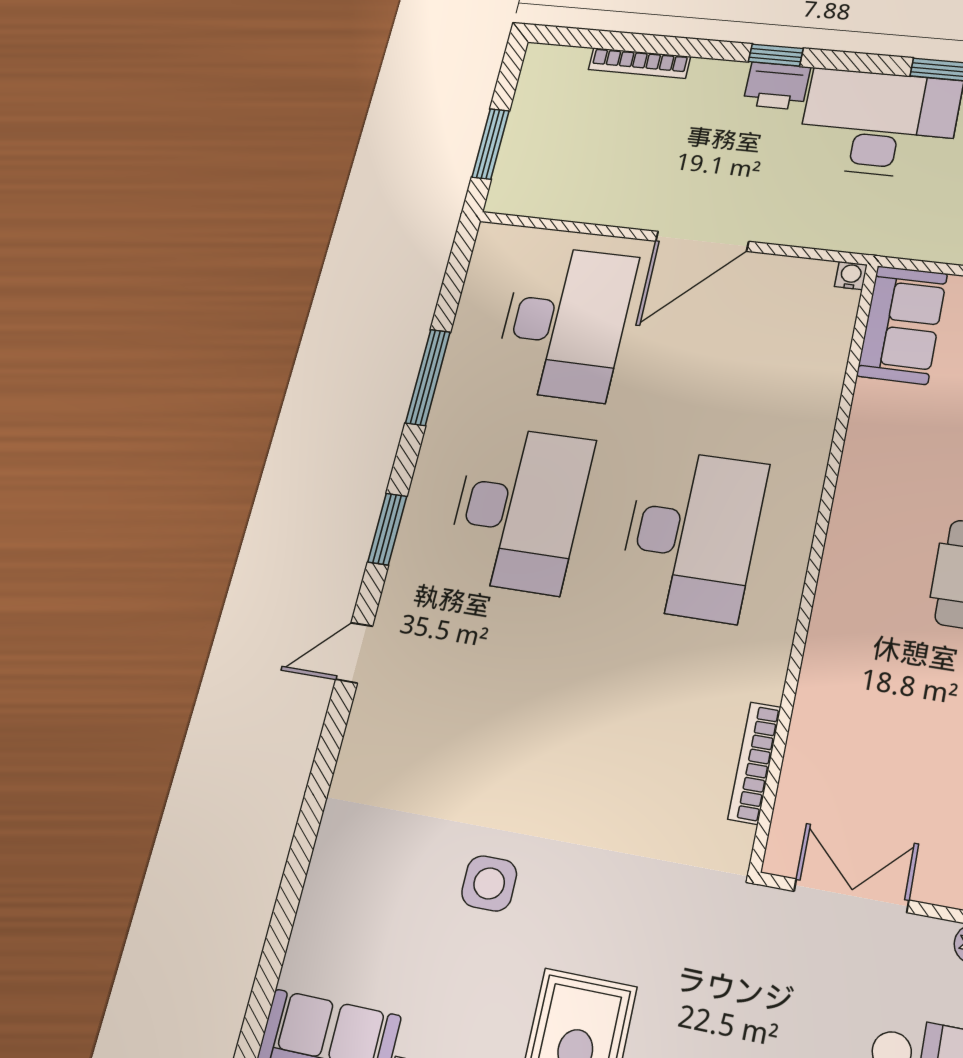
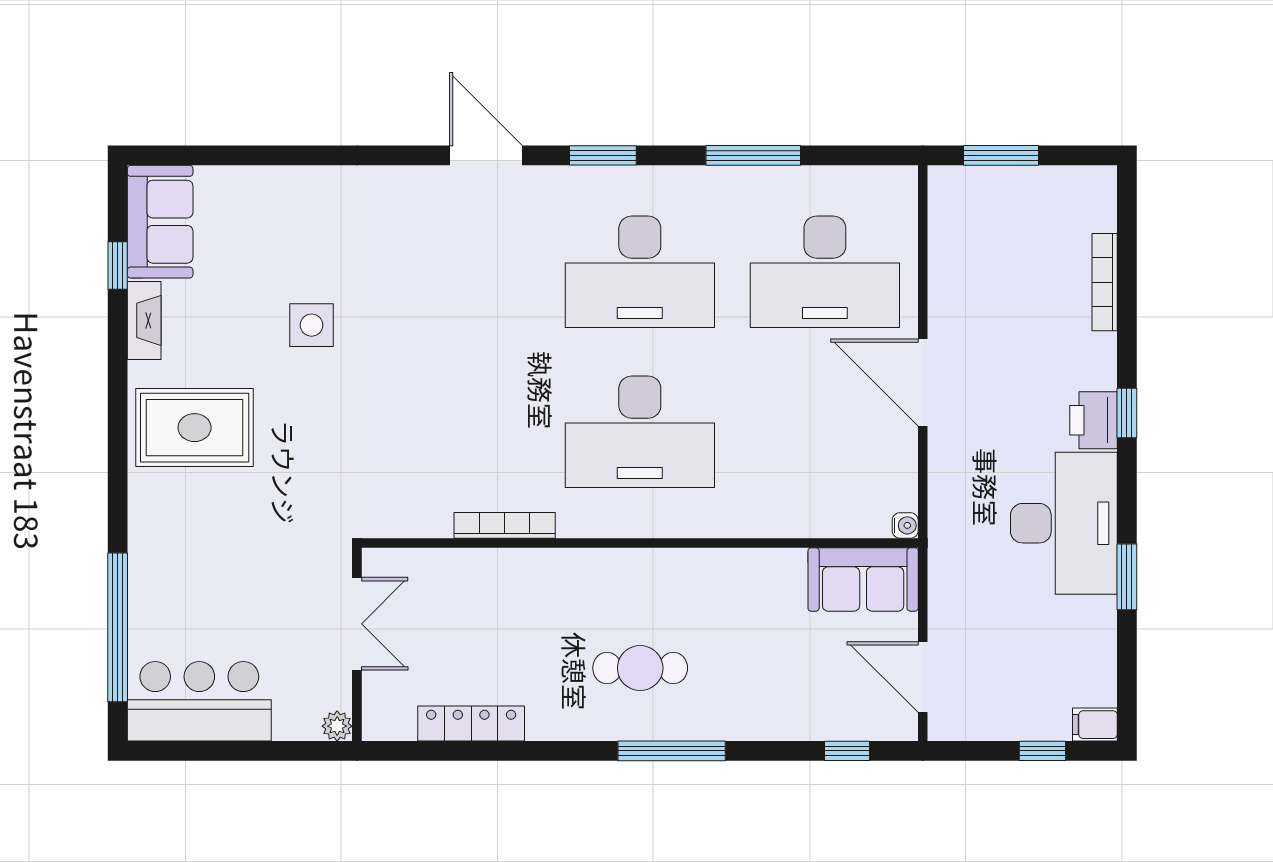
door: (354, 653) -> (486, 155), width x1.38
bookcase: (754, 763) -> (505, 525), moved

